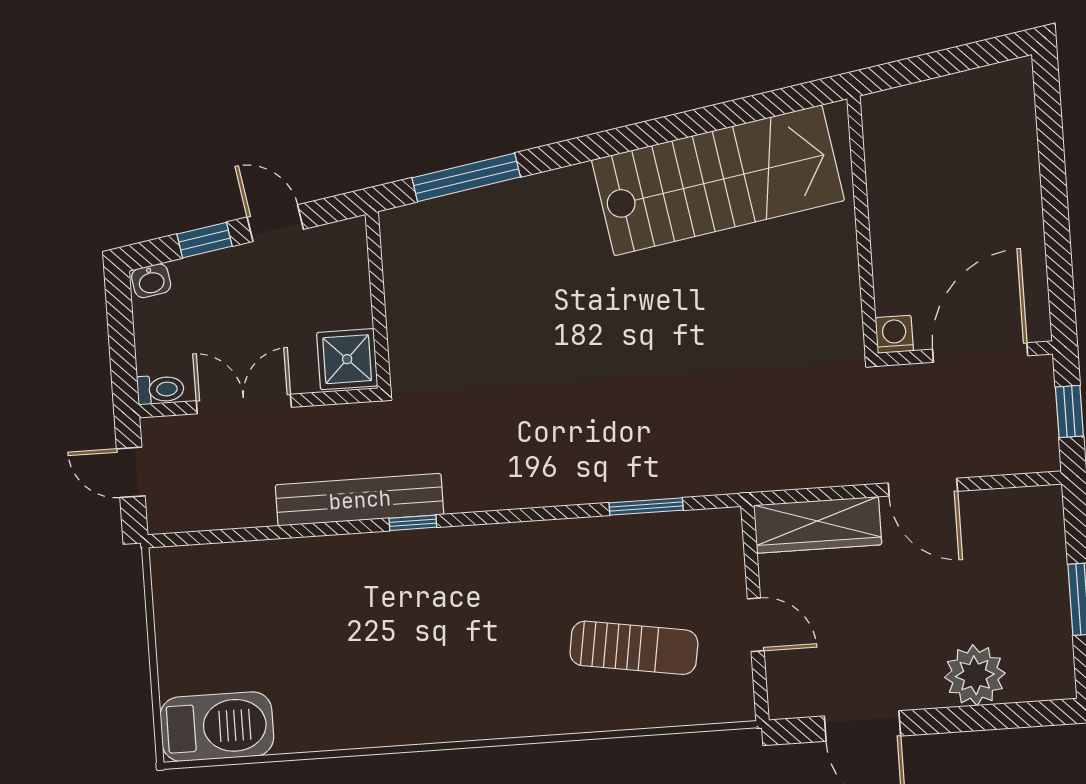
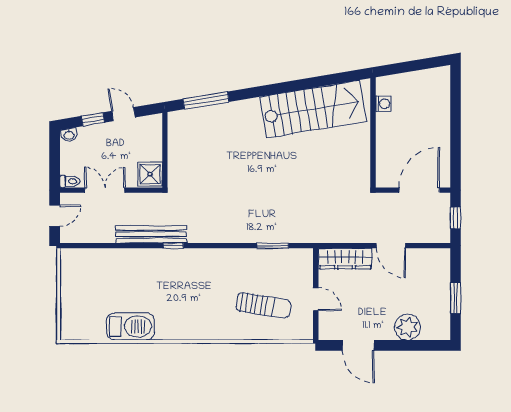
washing machine: (894, 334) -> (383, 104), moved, turned 90
door: (131, 472) -> (55, 216), swing flipped
barbecue: (217, 727) -> (130, 326), moved

